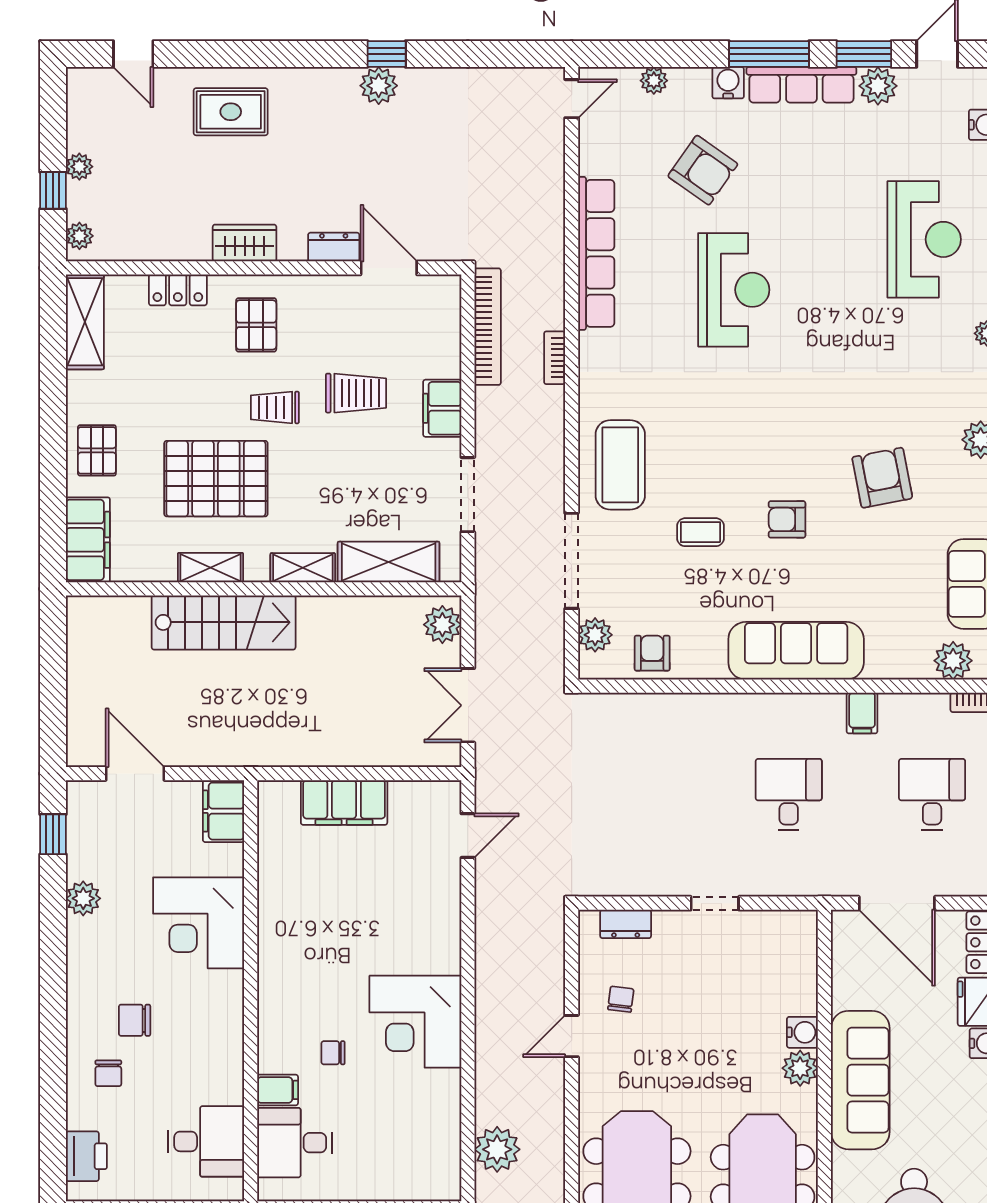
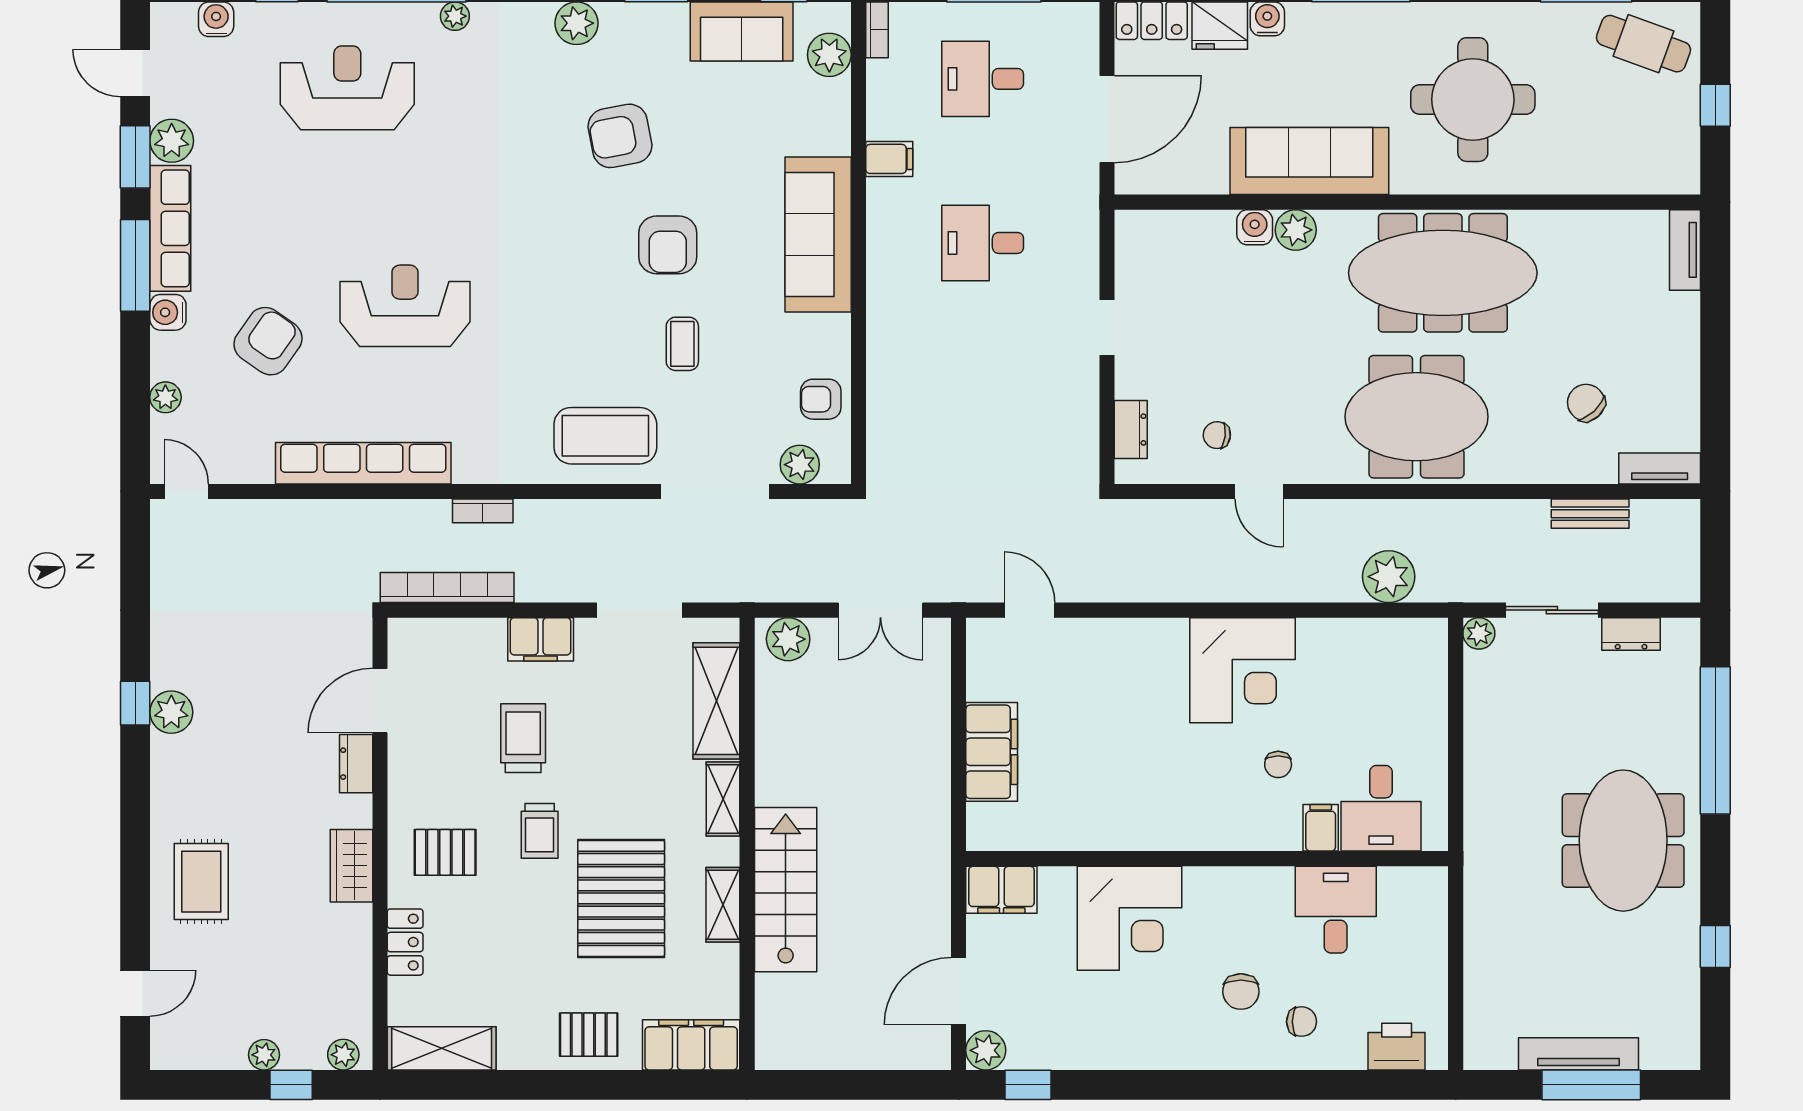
armchair: (787, 519) -> (668, 245), width x1.38, depth x1.38
plant: (83, 898) -> (986, 1050), moved
desk: (206, 1141) -> (1336, 910), moved

